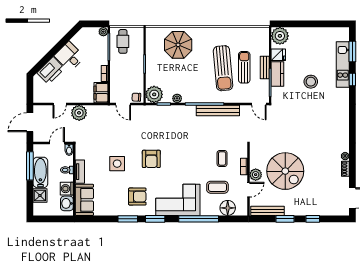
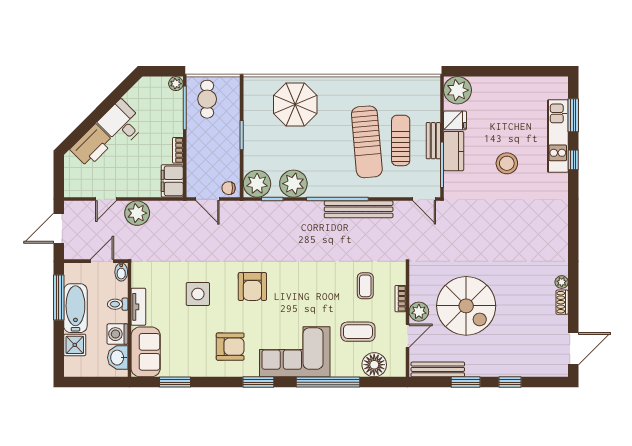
plant: (177, 98) -> (293, 184), width x1.88, depth x1.88
window: (128, 219) -> (175, 382), moved

